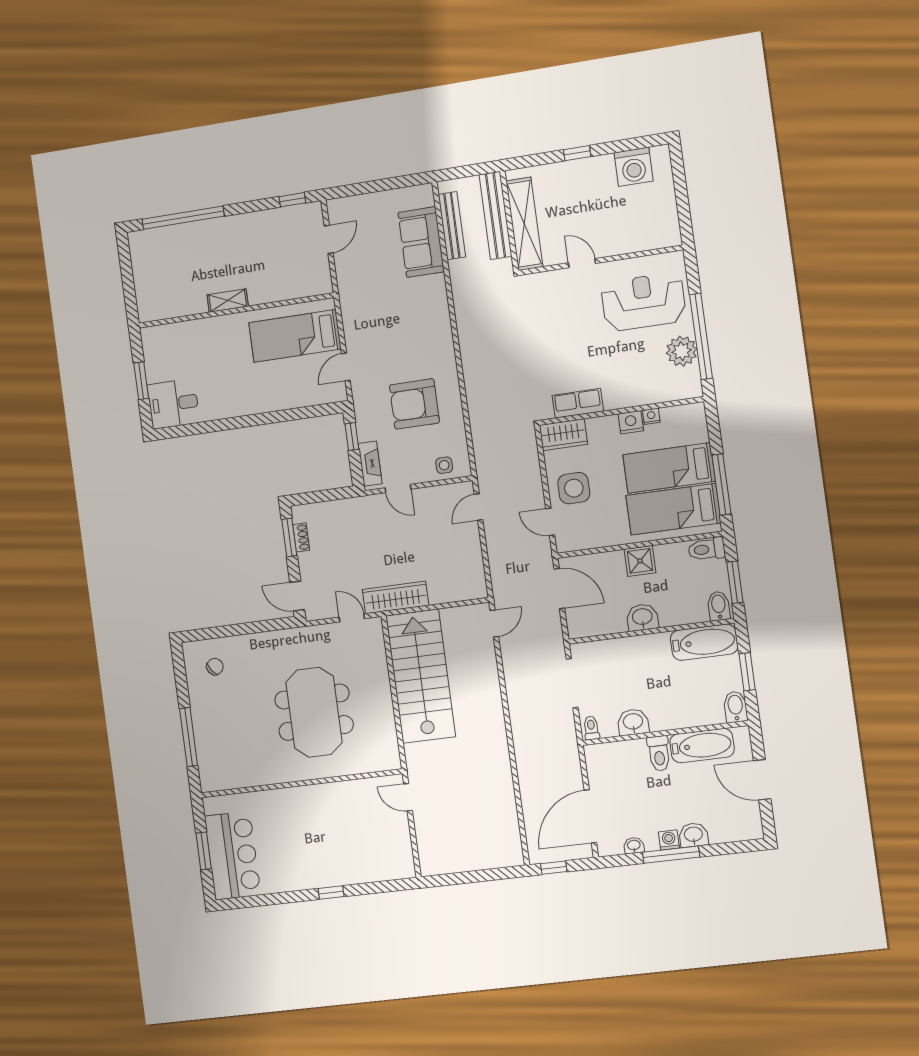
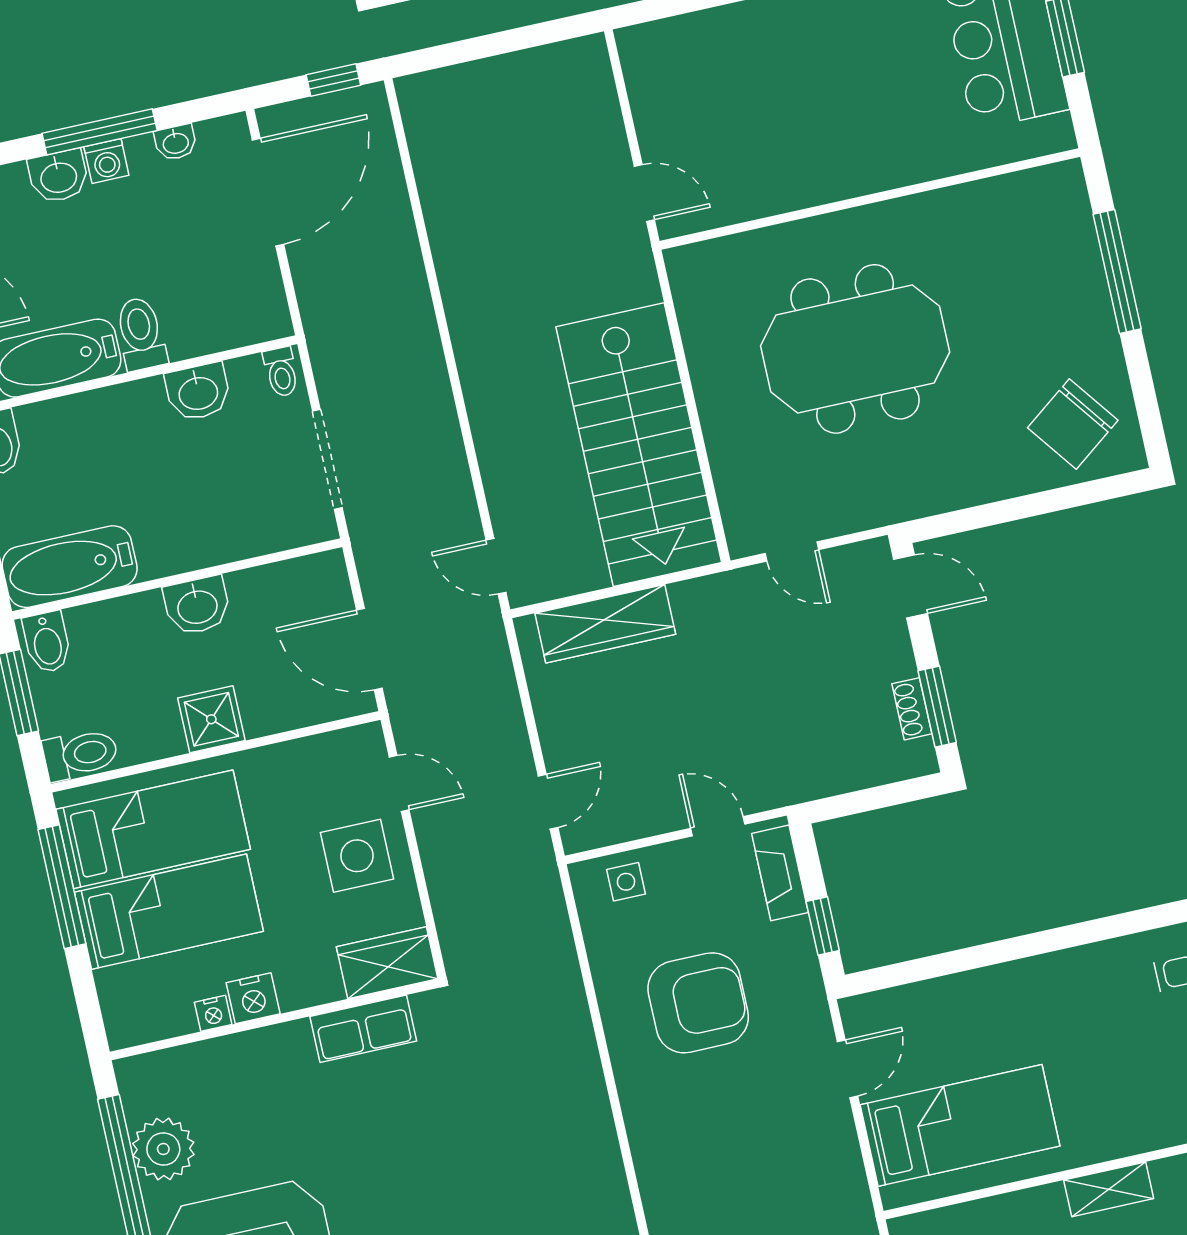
wardrobe: (396, 597) -> (605, 624), moved
door: (494, 624) -> (496, 566), hinge flipped
chair: (215, 667) -> (1073, 424), width x1.87, depth x1.87
meeting table: (314, 712) -> (855, 349), turned 90

